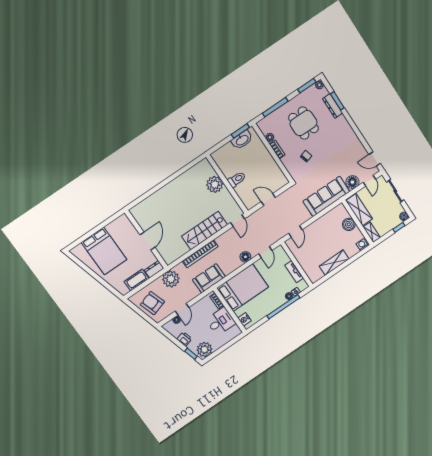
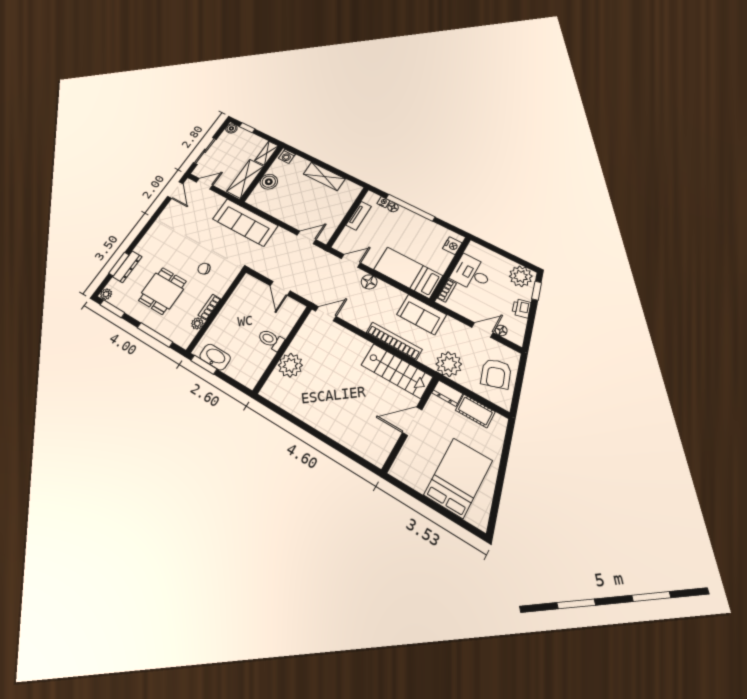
floor lamp: (352, 182) -> (214, 201), removed
stairs: (204, 231) -> (397, 371), moved
bed: (243, 288) -> (408, 273), width x0.67

